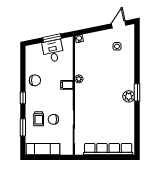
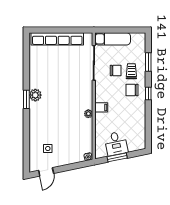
chair: (35, 80) -> (132, 90), moved
exam couch: (43, 149) -> (113, 39), moved

